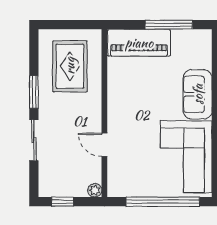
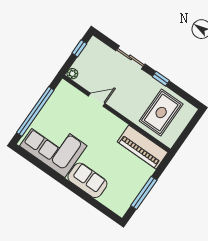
piano: (139, 43) -> (143, 147), moved, turned -90
rug: (70, 66) -> (161, 113), turned 90
window: (34, 92) -> (161, 79), width x0.67

